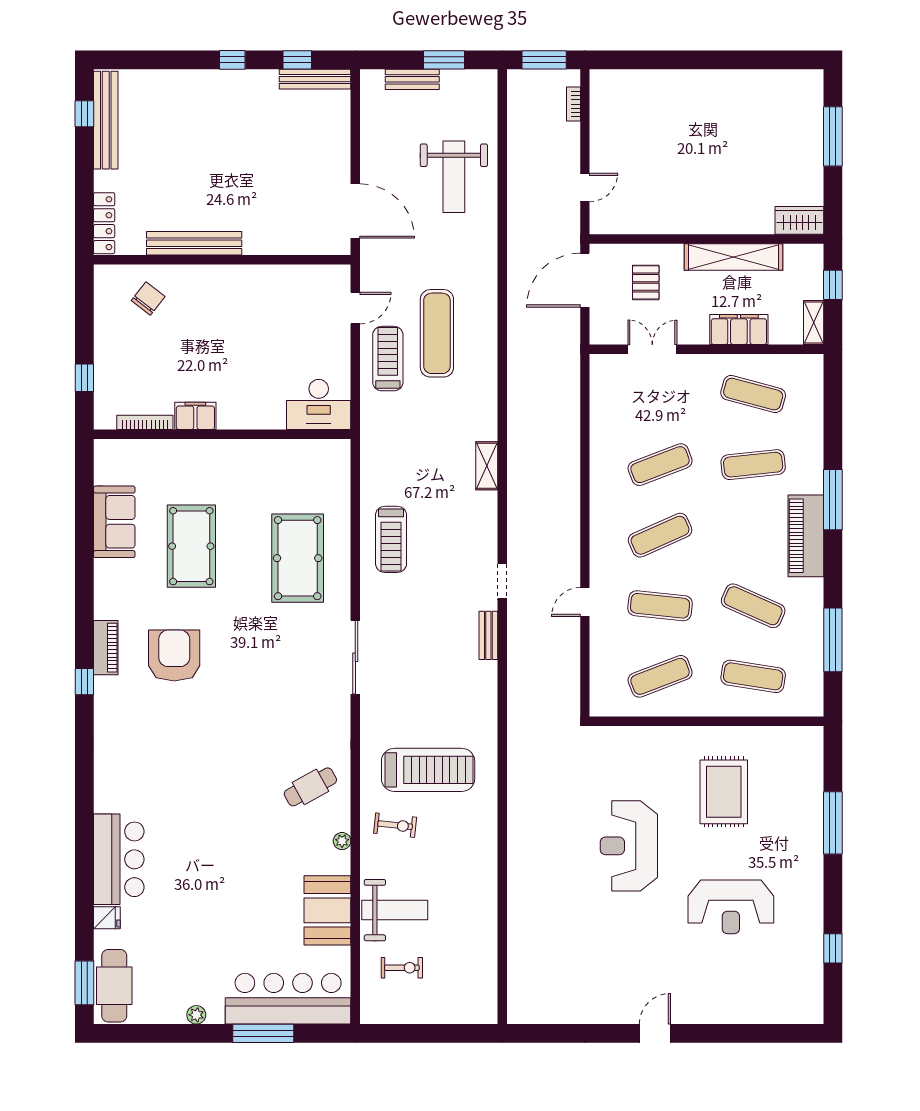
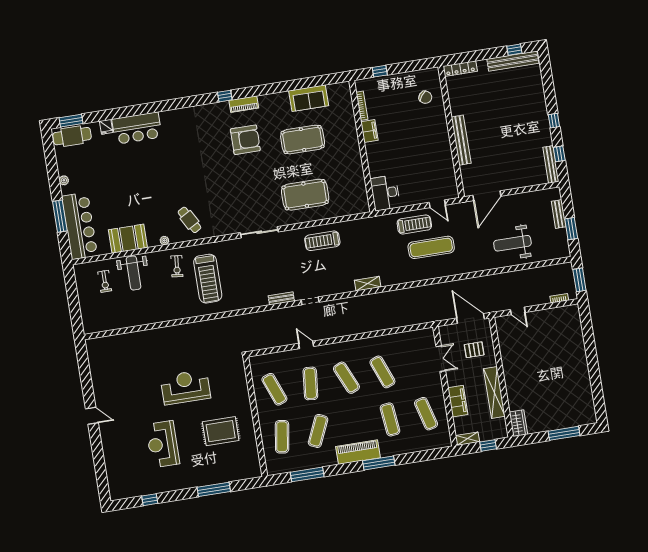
bench: (194, 243) -> (461, 140), moved
exercise mat: (753, 394) -> (426, 414), turned -30

